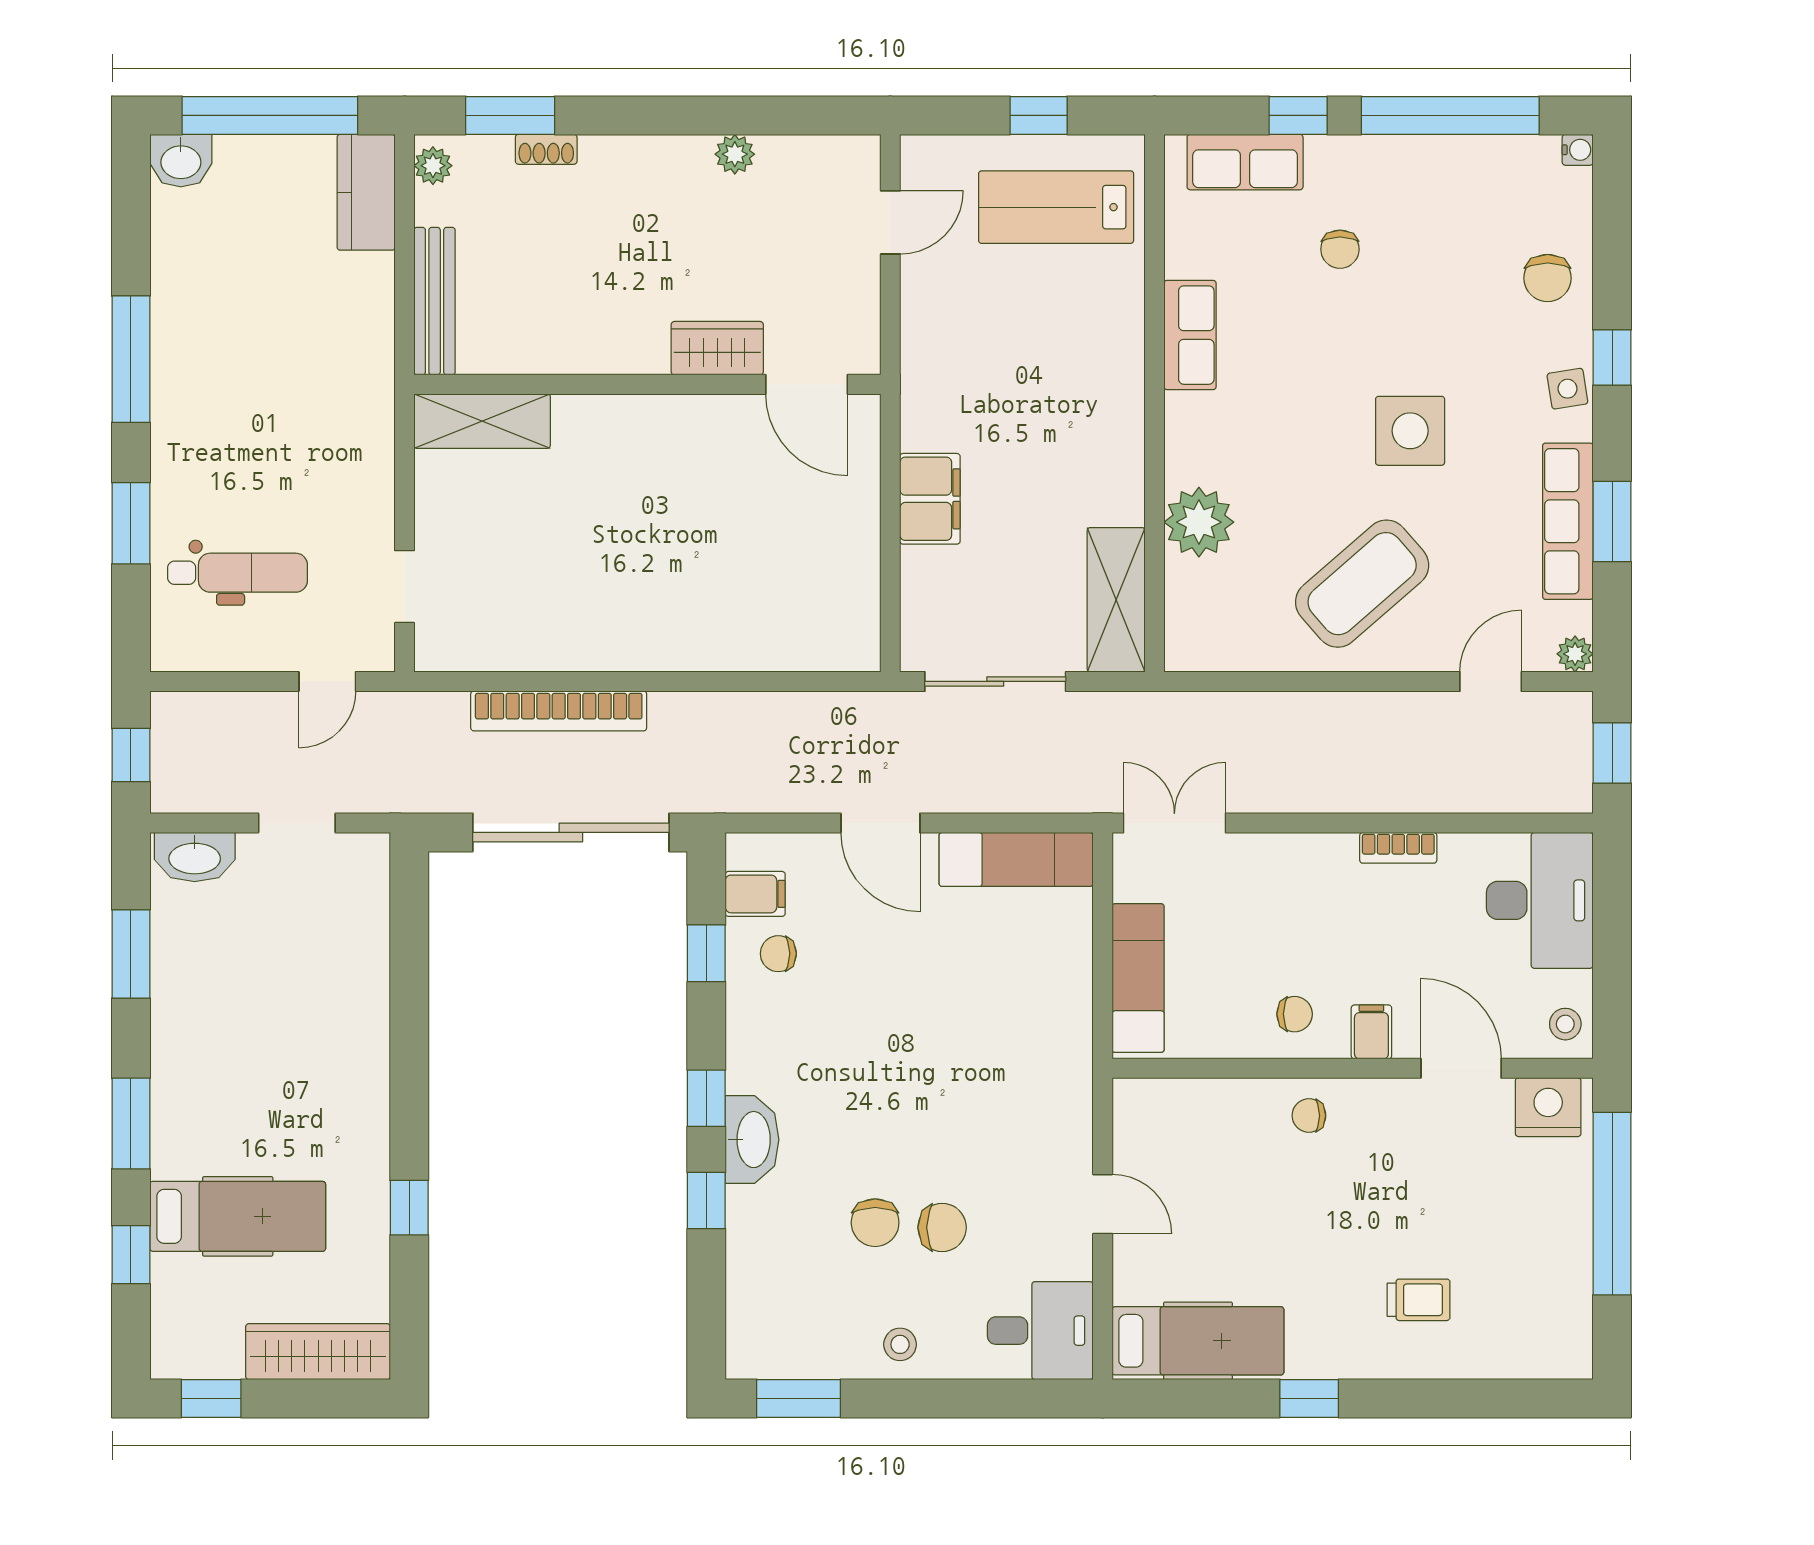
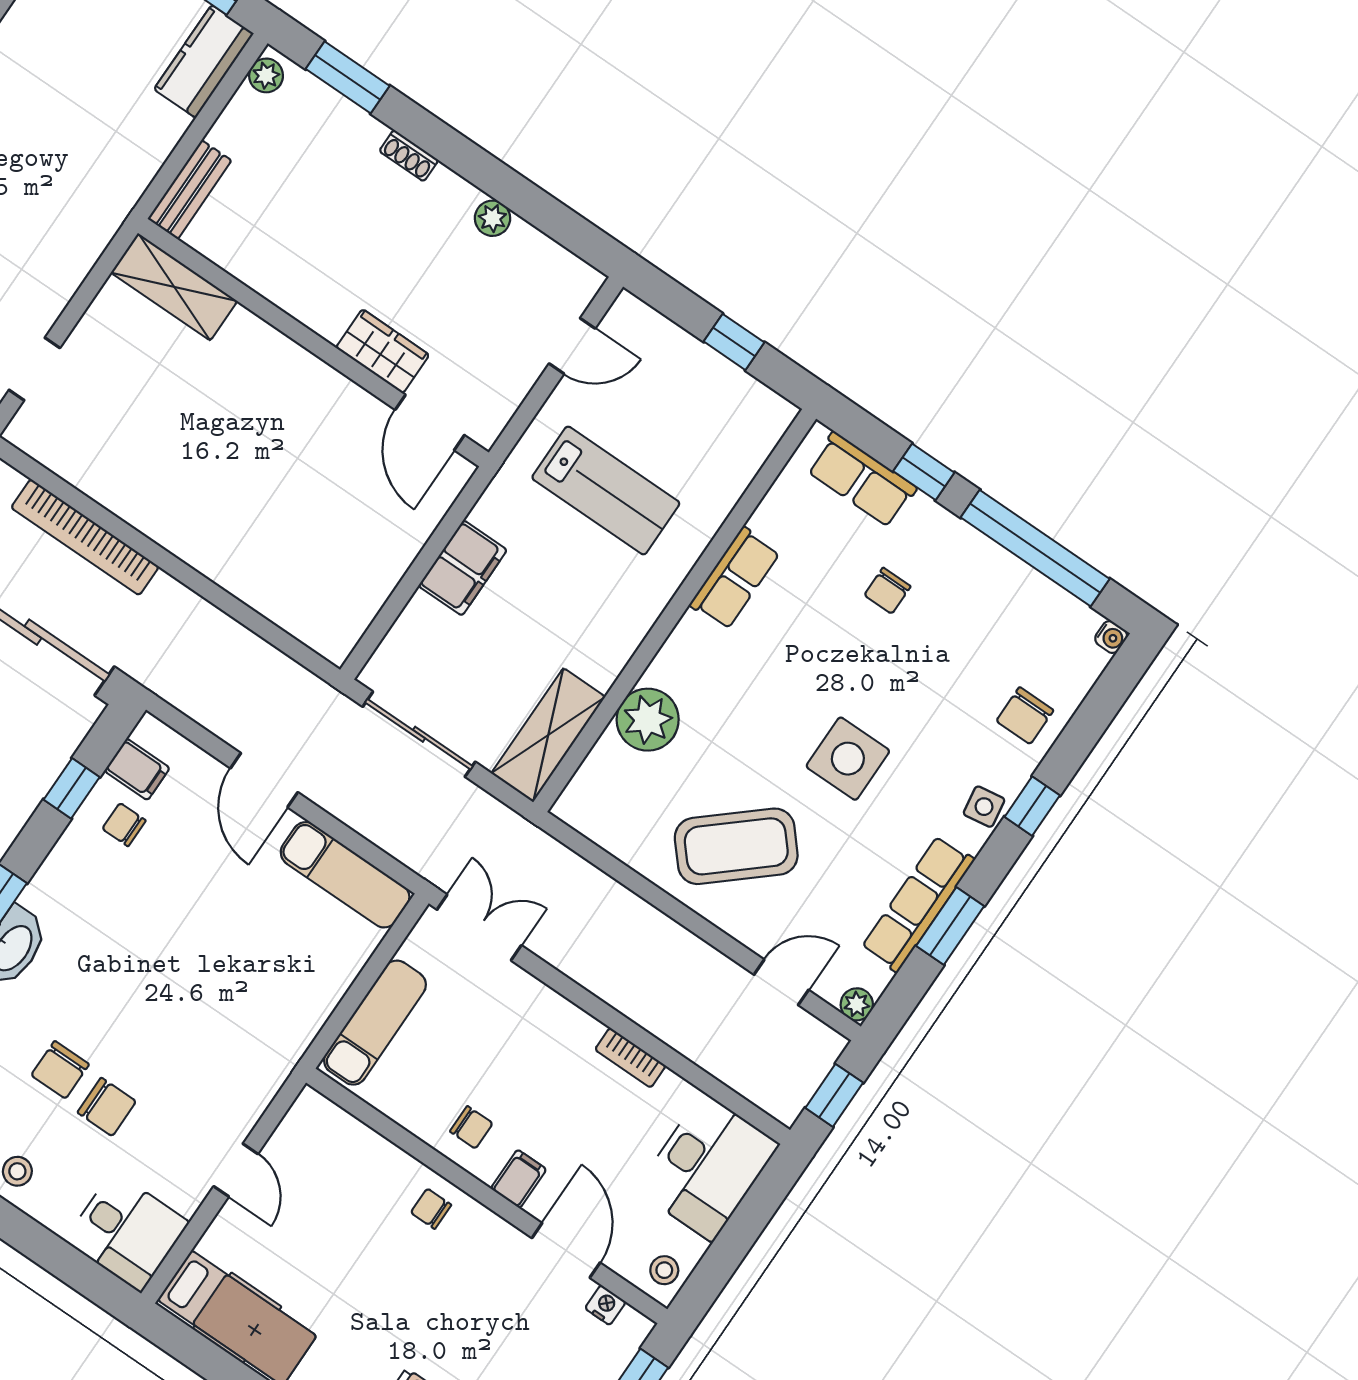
shoe rack: (546, 149) -> (409, 156), moved
lab bench: (1056, 207) -> (606, 490), moved, turned 180
bench: (435, 301) -> (190, 190), width x0.73
nightstand: (1548, 1107) -> (605, 1305), width x0.53, depth x0.56

